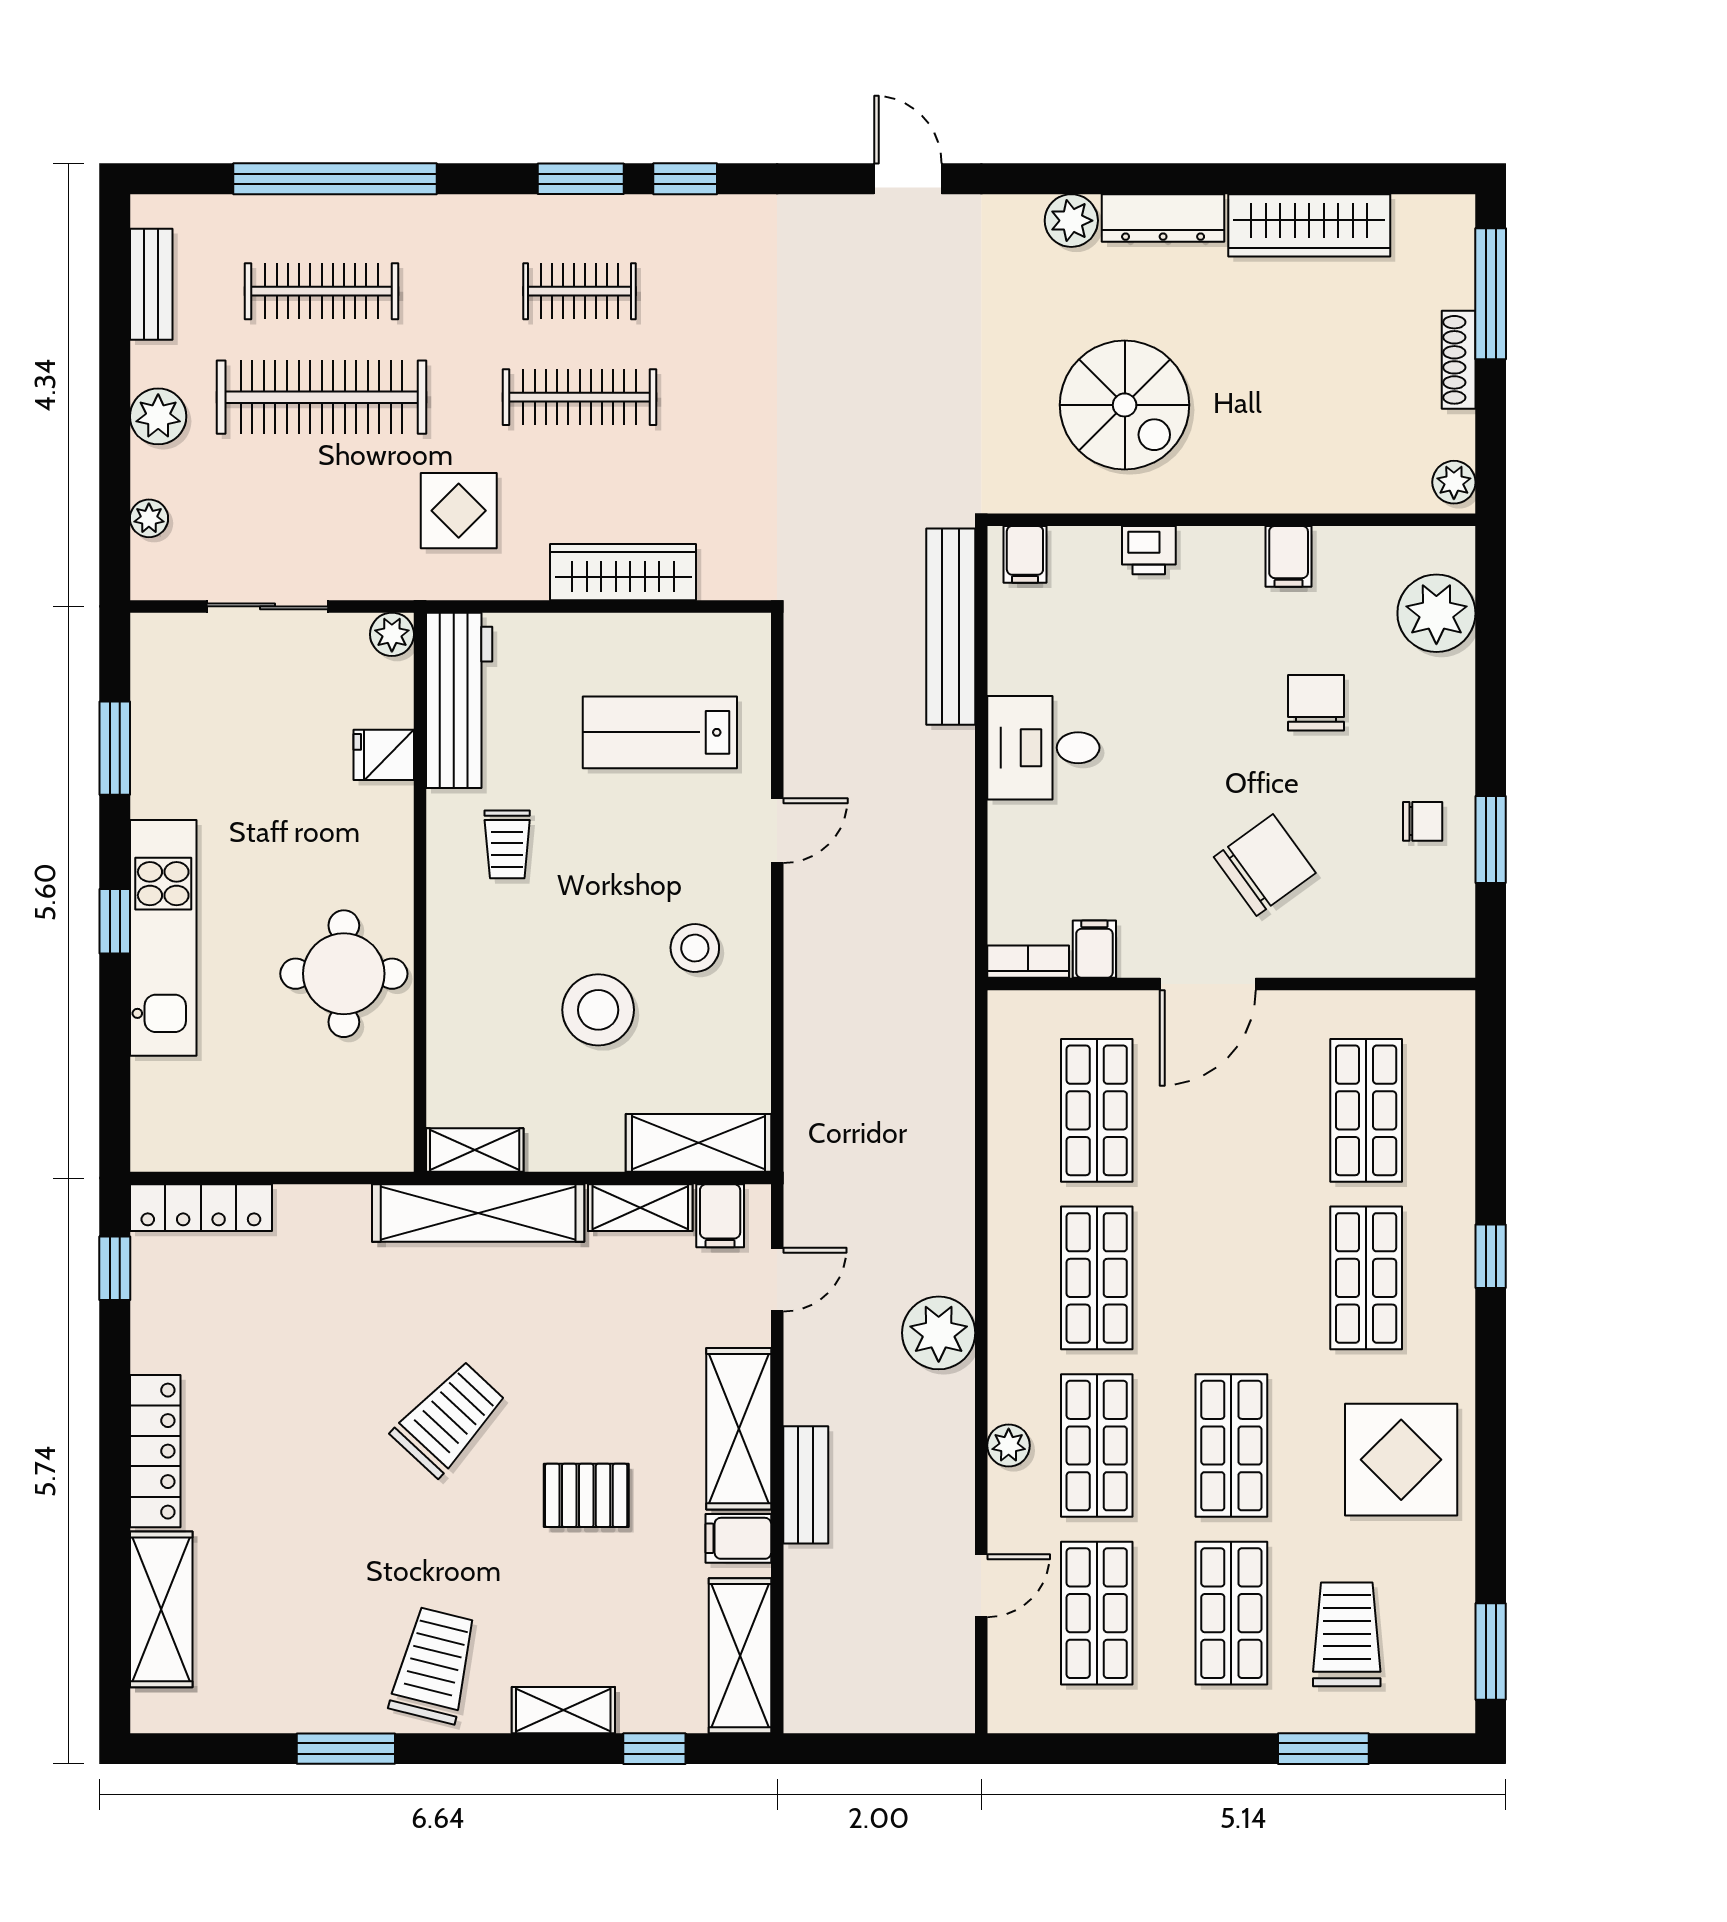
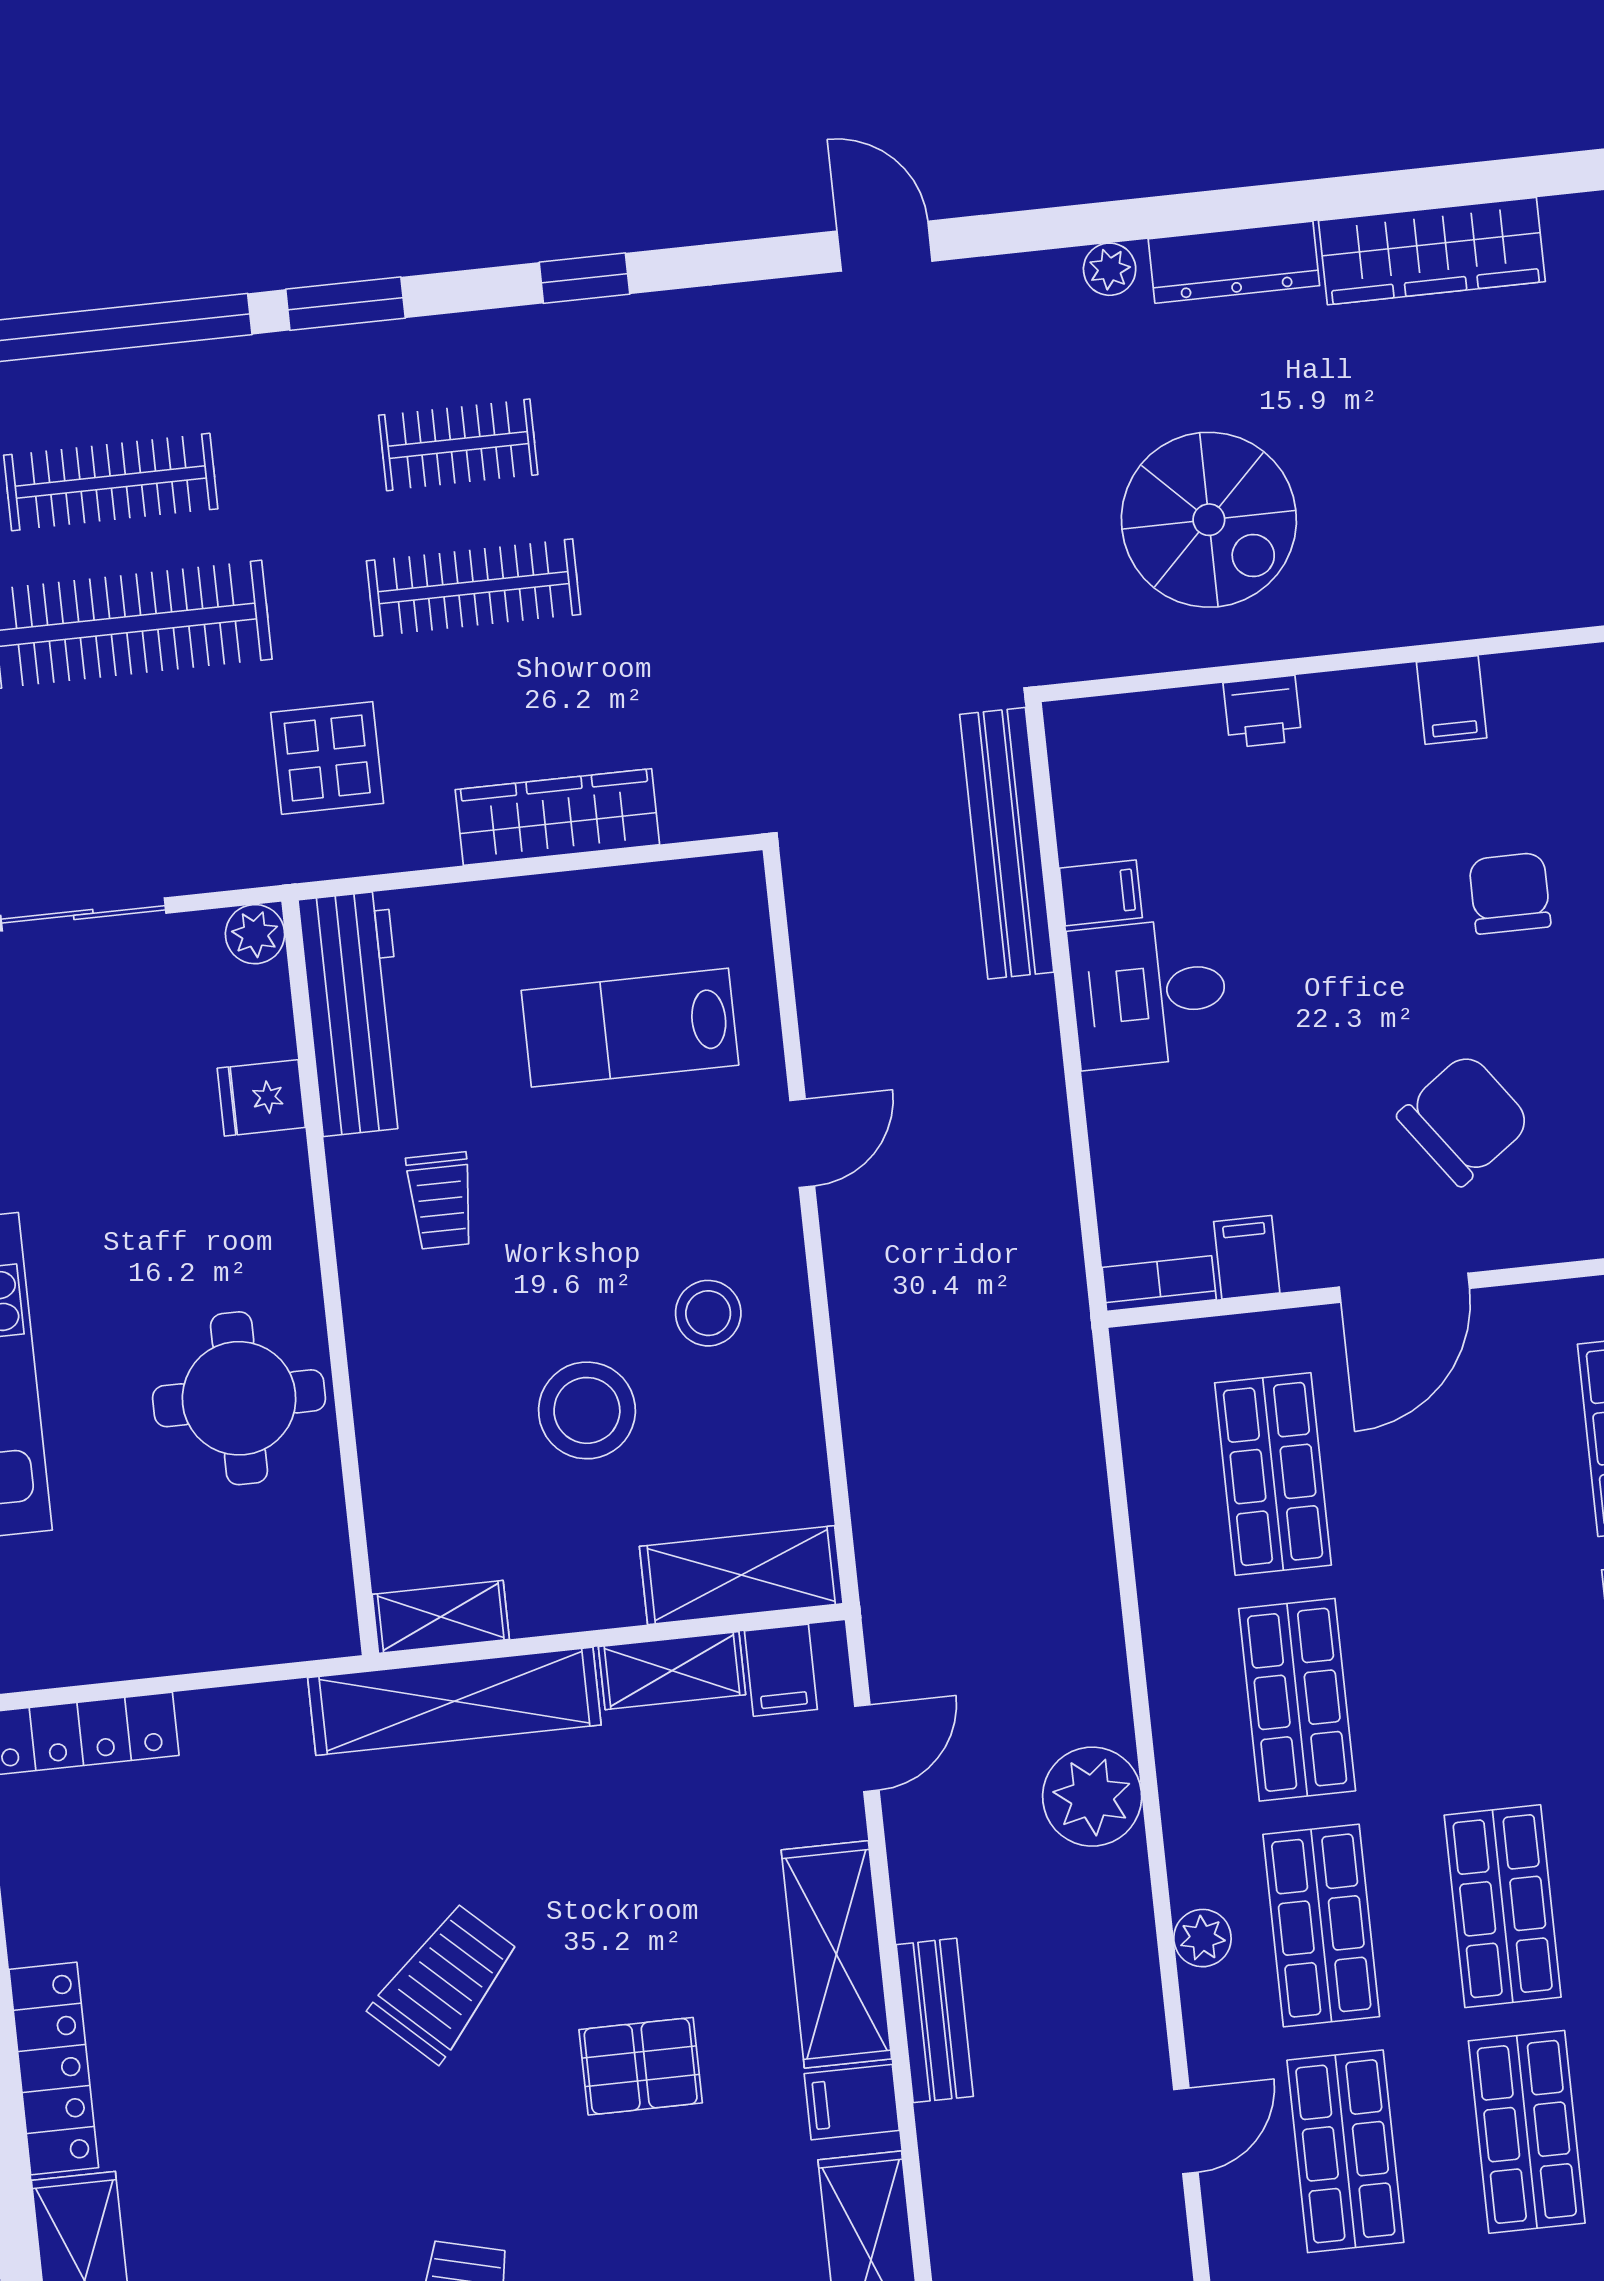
window: (581, 179) -> (345, 304), moved
plant: (1071, 221) -> (1110, 269), width x0.73, depth x0.73
filing cabinet: (1025, 554) -> (1101, 893), moved, turned -90

